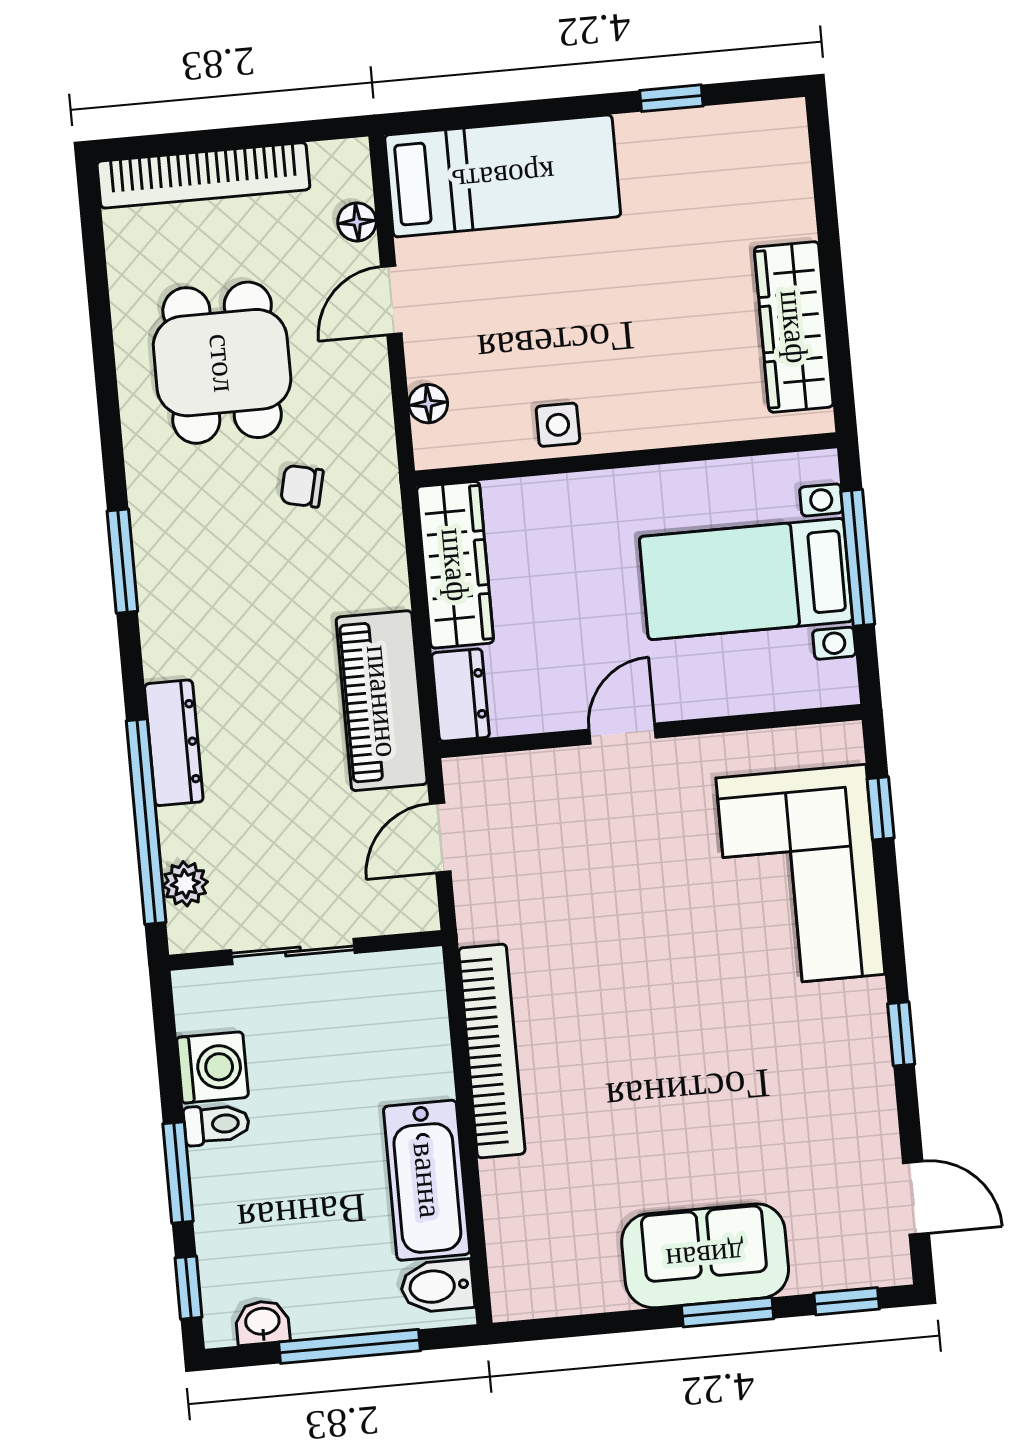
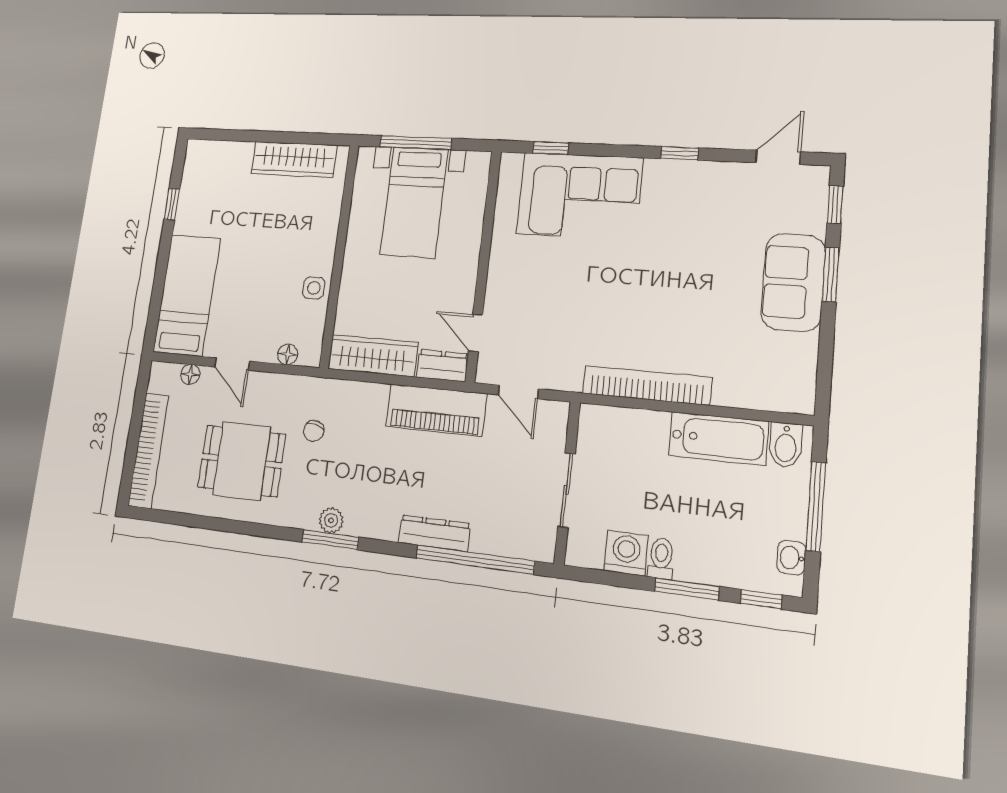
door: (622, 734) -> (475, 333), moved
plant: (185, 884) -> (331, 520), moved

